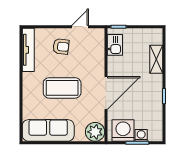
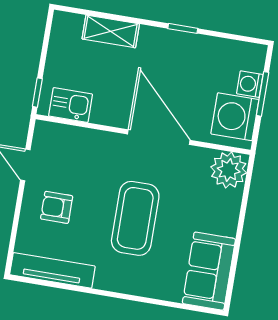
armchair: (61, 47) -> (57, 207), turned -97
sofa: (48, 130) -> (209, 271), width x0.73

